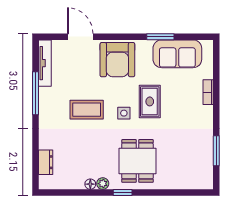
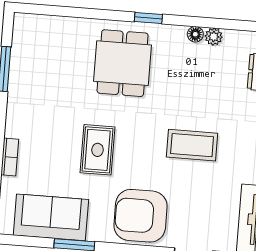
armchair: (117, 60) -> (140, 216), turned -90
side table: (124, 113) -> (137, 136), removed
plant: (103, 184) -> (214, 37), moved

